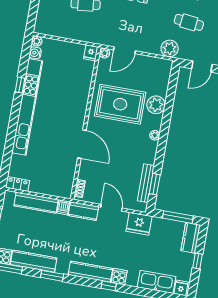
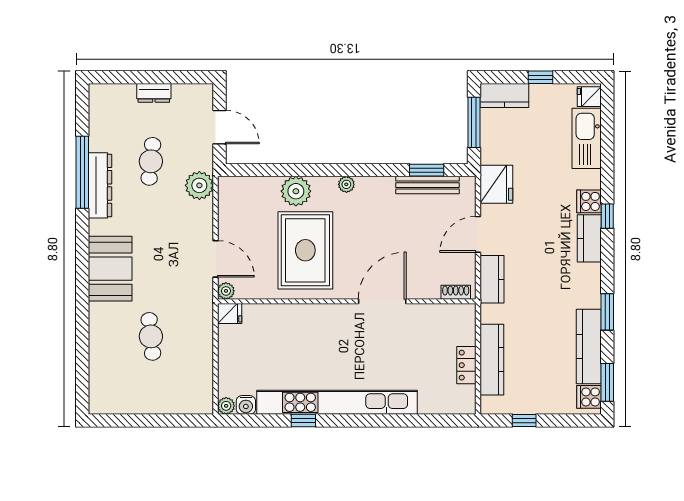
locker: (17, 184) -> (466, 365), moved
dishwasher: (63, 207) -> (491, 314), removed
kitchen counter: (90, 272) -> (589, 238), width x0.67

